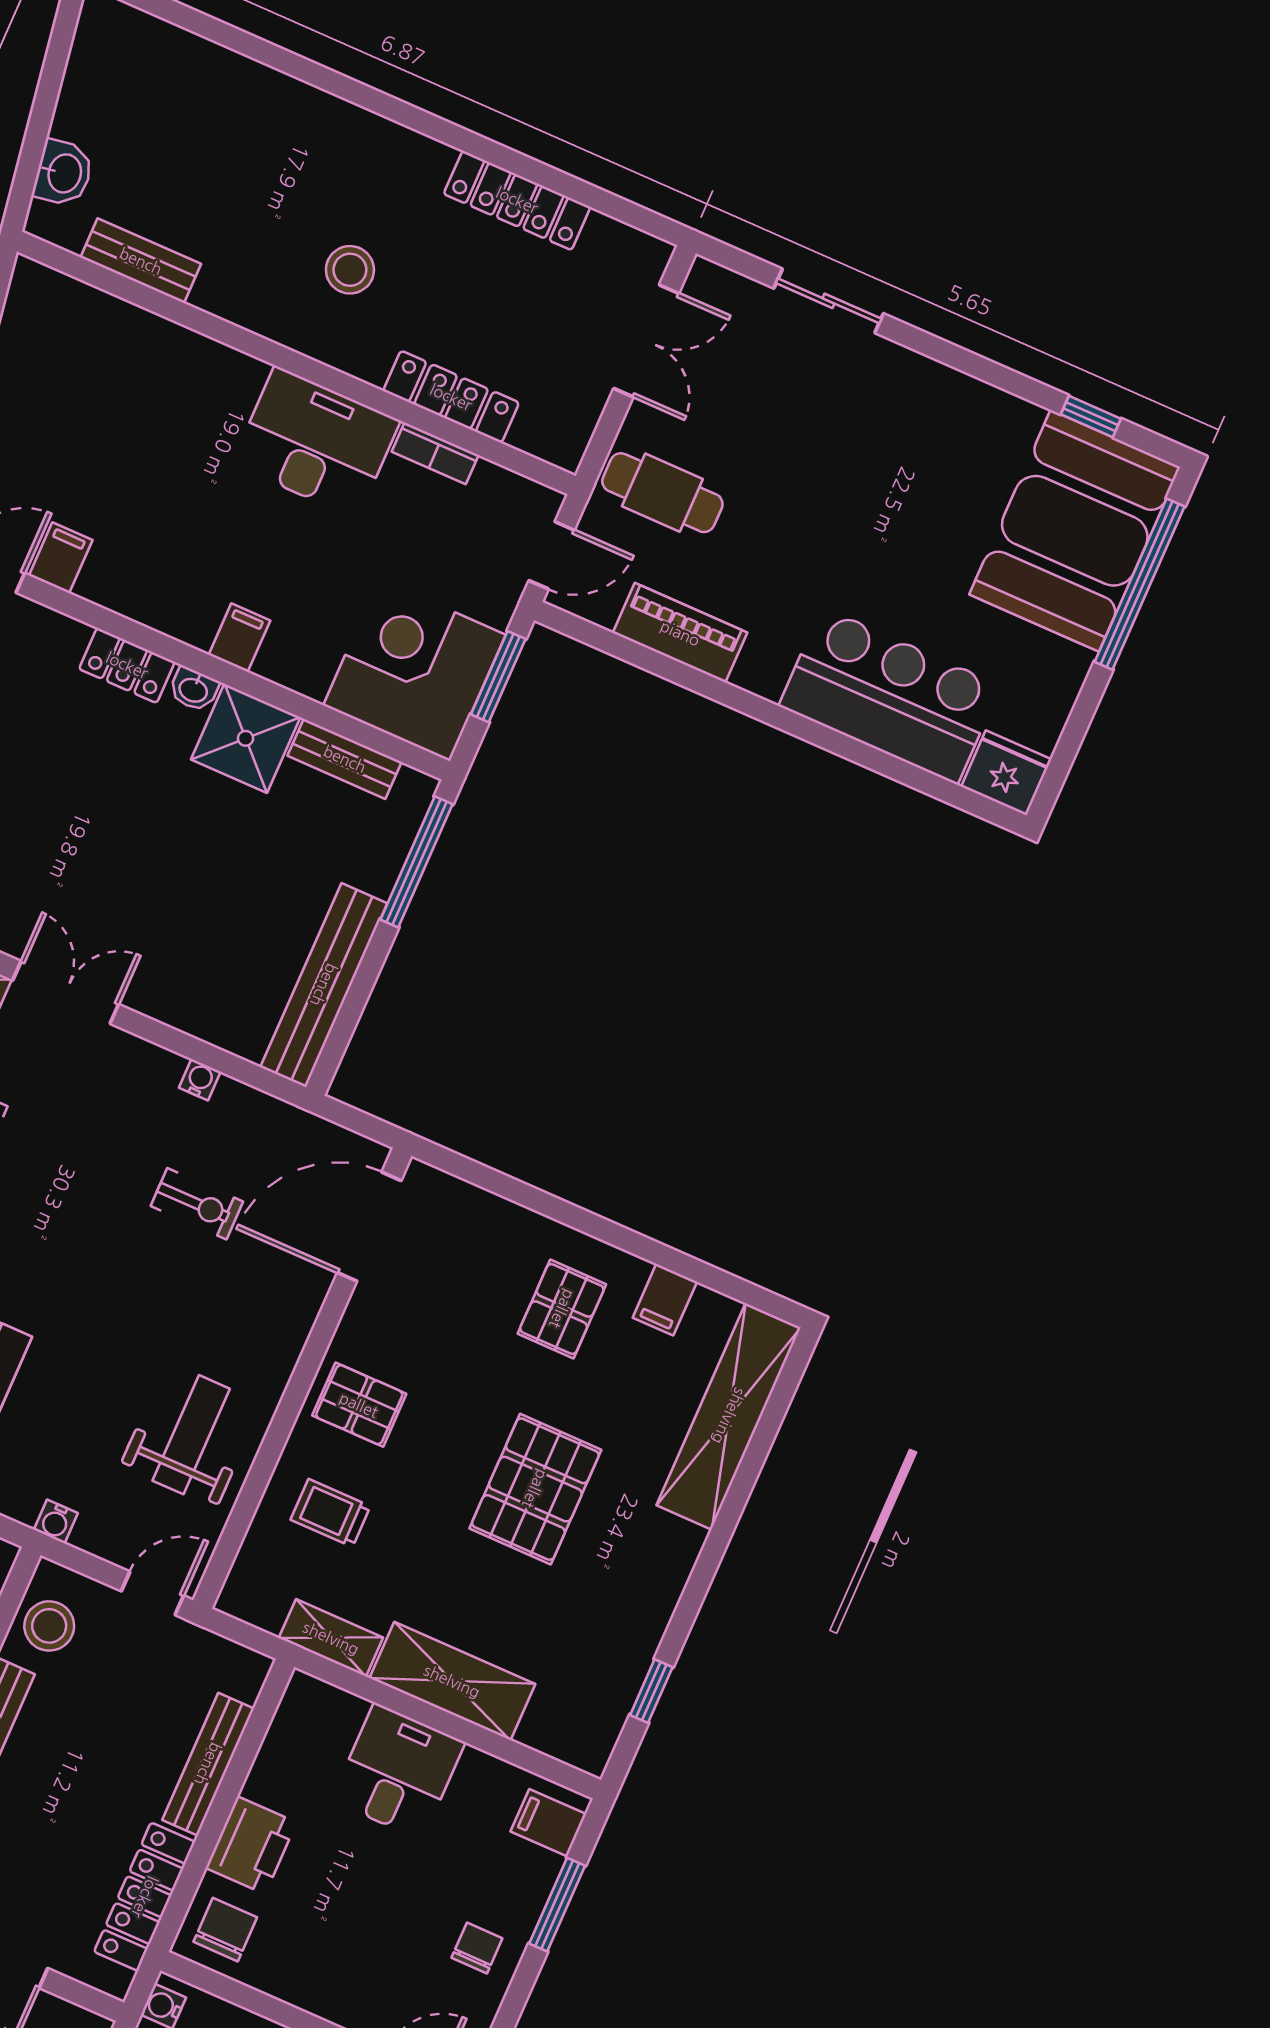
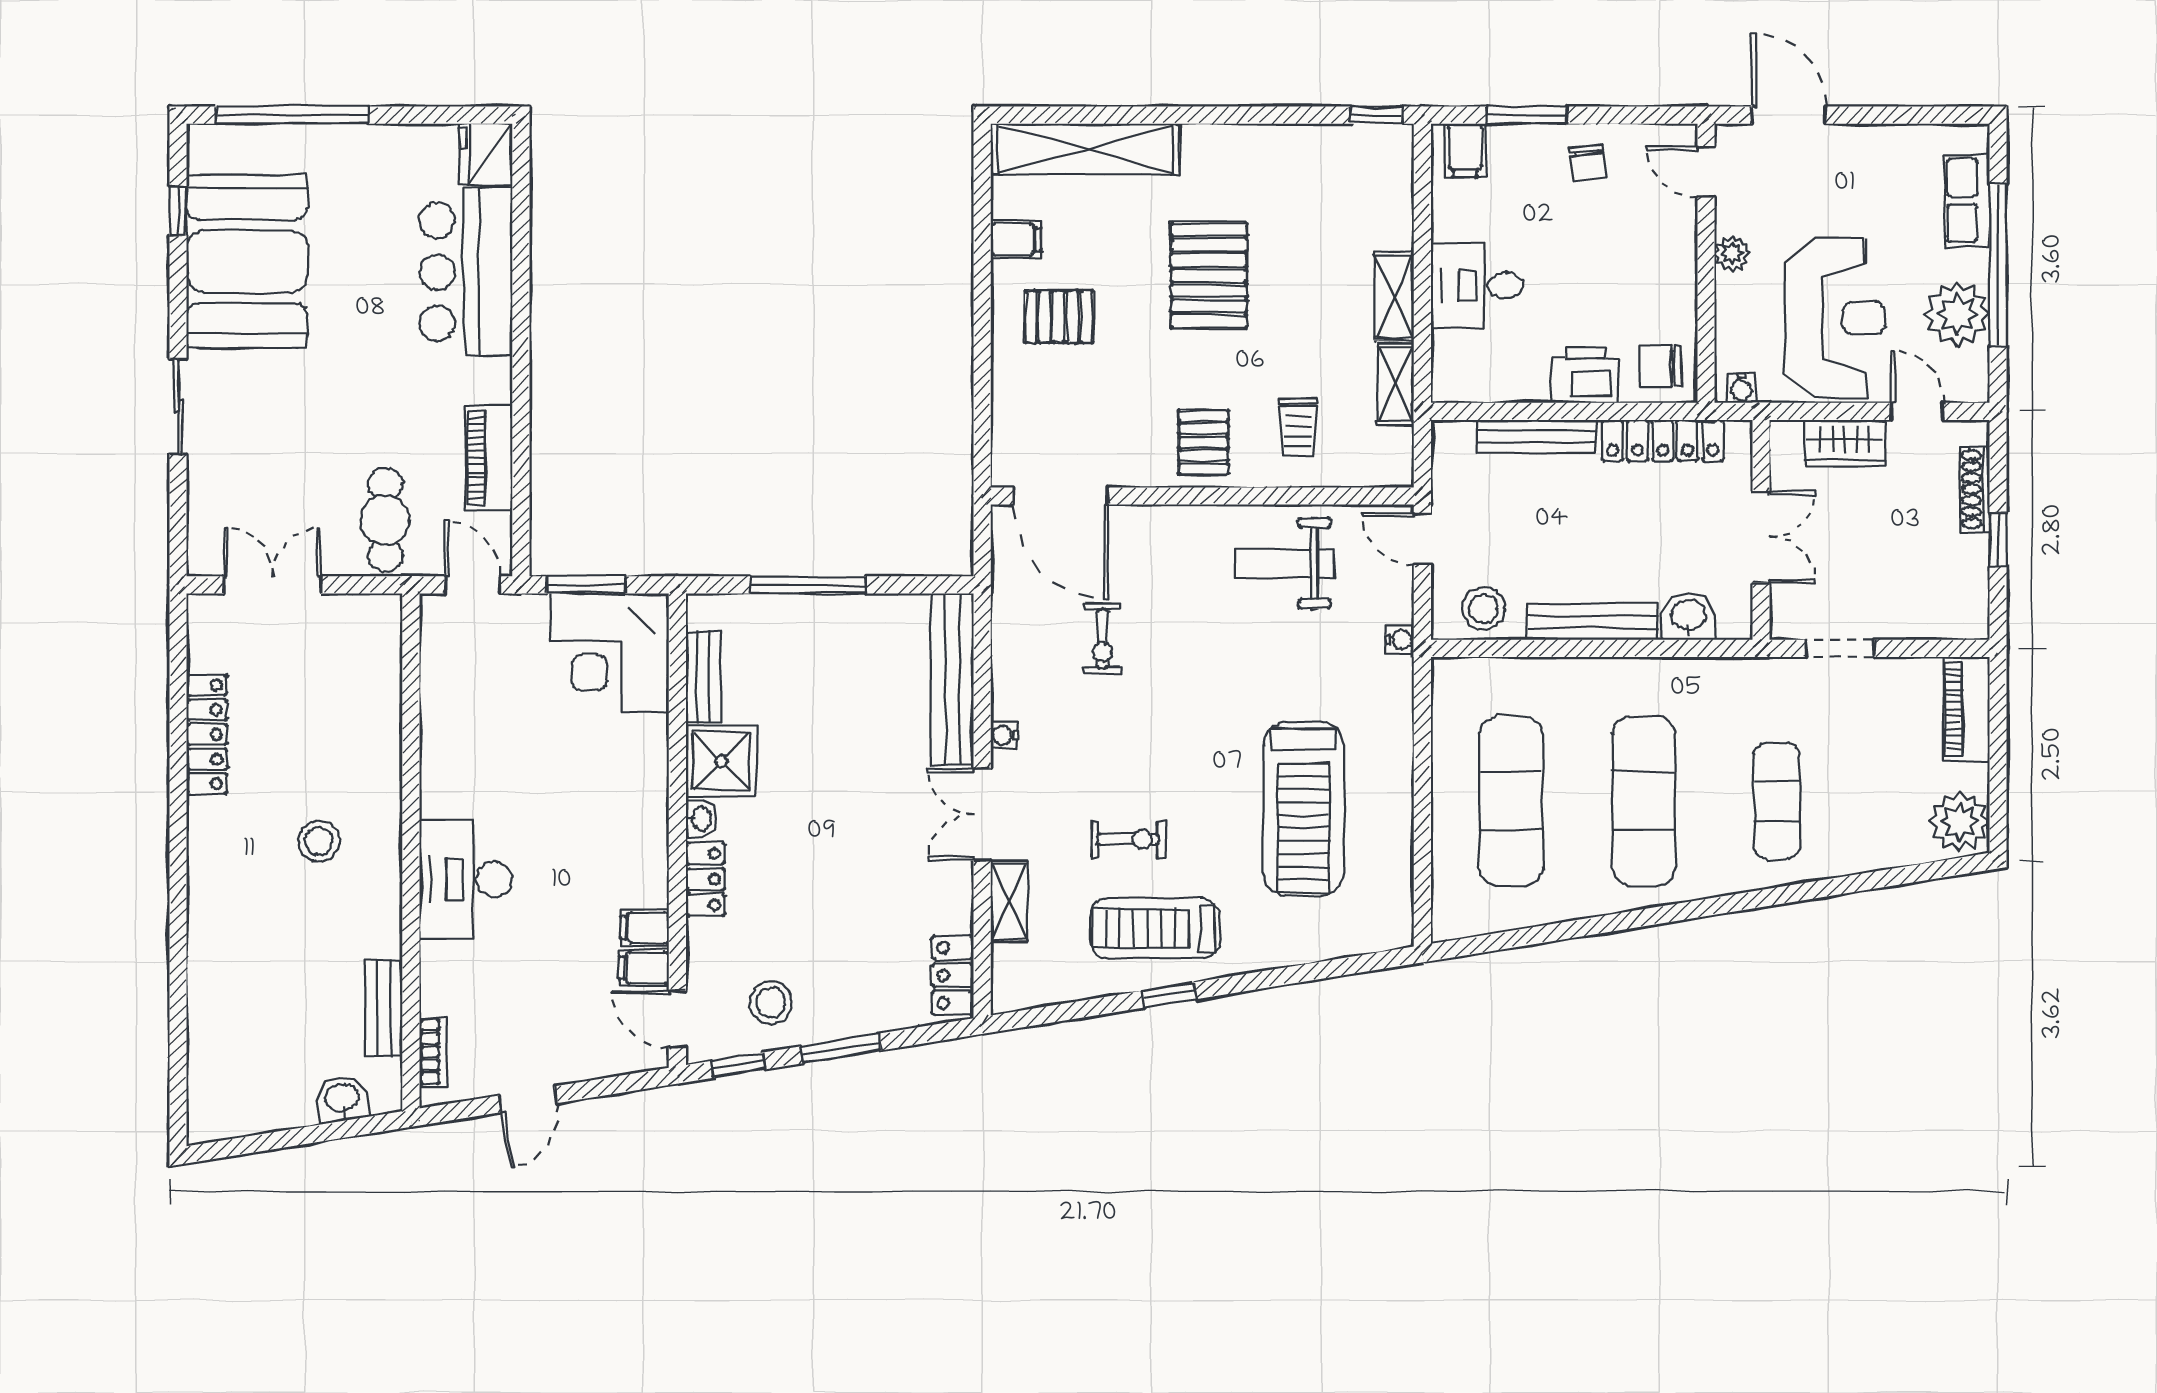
sliding door: (829, 301) -> (178, 406), moved
locker: (451, 397) -> (383, 718), removed
desk: (316, 442) -> (466, 879), moved
bookcase: (435, 453) -> (433, 1052), moved
booth: (1075, 531) -> (247, 261), moved, turned 90
filing cabinet: (239, 638) -> (645, 928), moved
window: (416, 862) -> (808, 585), moved
bench: (324, 985) -> (952, 680), moved, turned 90
water cooler: (200, 1080) -> (1004, 735), moved
exercise bike: (197, 1204) -> (1102, 639), turned 180
pallet: (535, 1489) -> (1209, 275), turned 90
shelving: (452, 1681) -> (1394, 296), width x0.67, depth x0.75
window: (651, 1691) -> (1376, 115), moved
chair: (477, 1948) -> (1588, 163), turned -97

